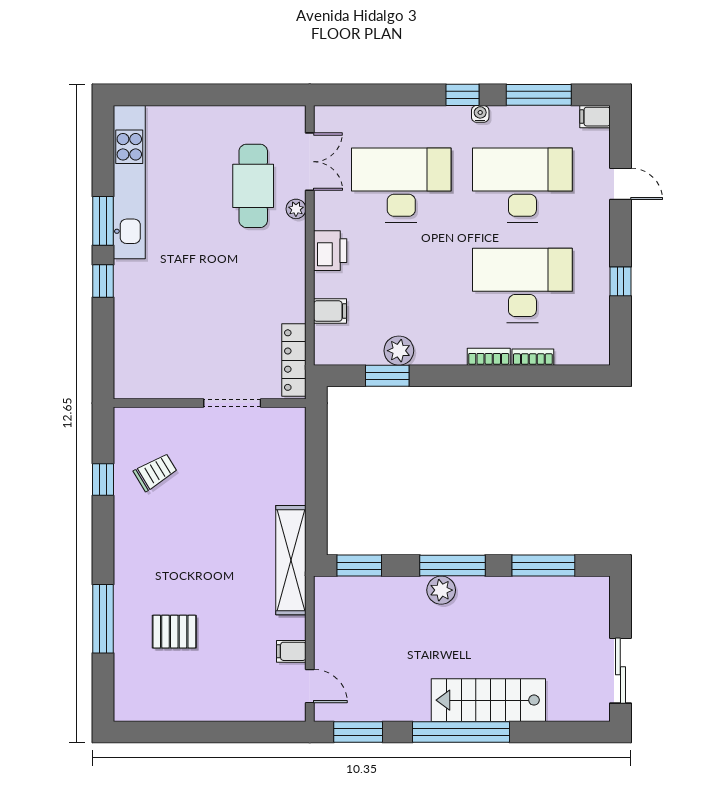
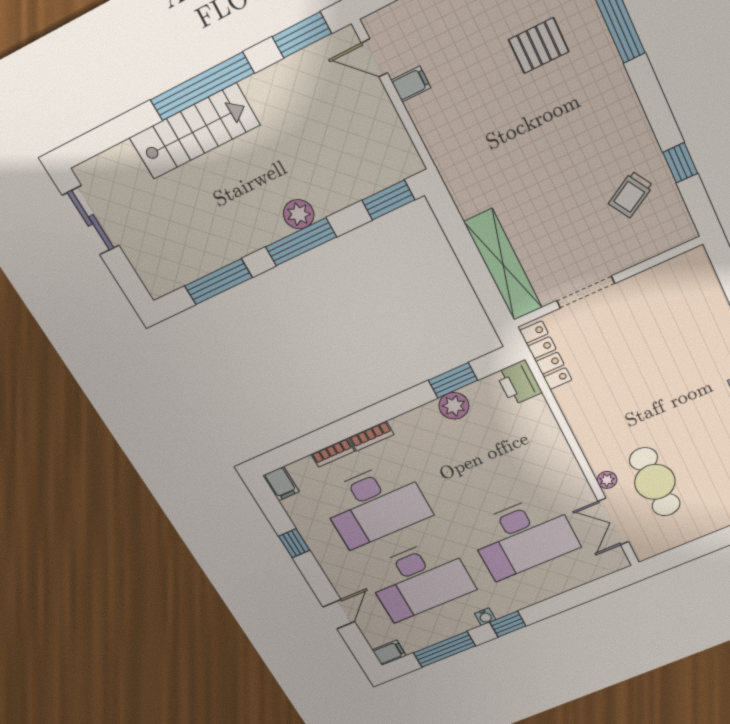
door: (620, 184) -> (339, 614), swing flipped
printer: (330, 251) -> (519, 383), moved
filing cabinet: (330, 311) -> (281, 484), moved, turned -90
shelving: (291, 560) -> (503, 265), moved

